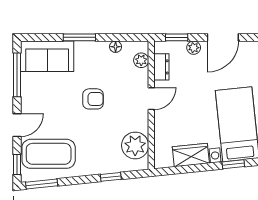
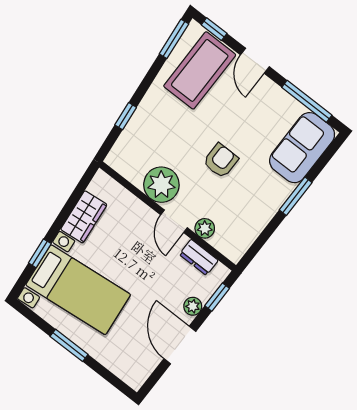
floor lamp: (116, 47) -> (257, 226), removed
plant: (141, 60) -> (205, 228), moved
armchair: (93, 99) -> (221, 161), turned 180
plant: (135, 145) -> (161, 185), moved

